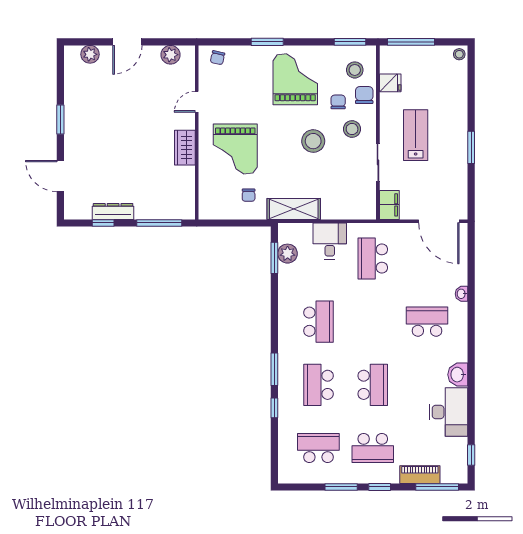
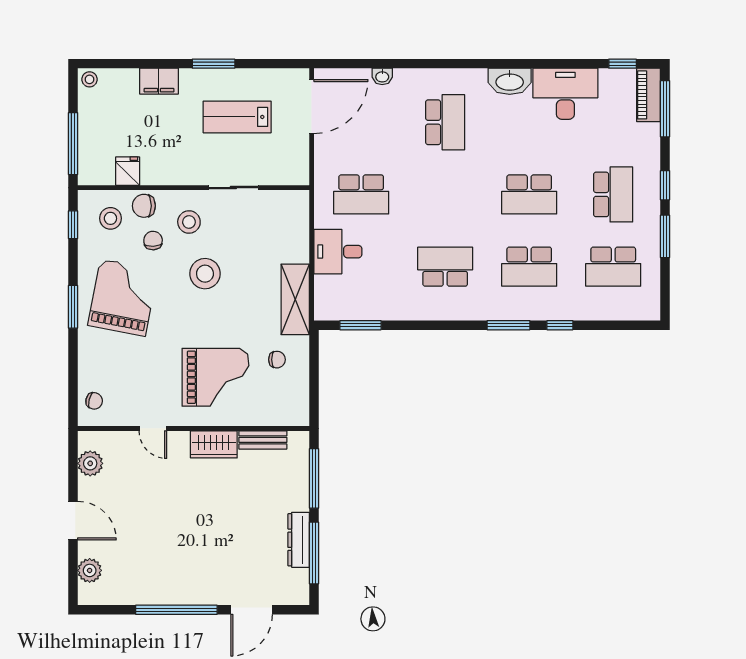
window: (267, 42) -> (73, 307), moved
window: (350, 42) -> (73, 225), width x0.67
grand piano: (295, 79) -> (123, 298), turned 101
chair: (338, 102) -> (153, 241), turned 87
window: (60, 119) -> (176, 610), width x2.11
lab bench: (416, 135) -> (237, 117), moved
bench: (188, 185) -> (263, 440), added
filing cabinet: (389, 205) -> (159, 81), moved, turned 180
window: (103, 223) -> (314, 553), width x2.17
plant: (288, 254) -> (355, 308), removed
washbasin: (461, 294) -> (382, 76), moved
school desk: (427, 322) -> (445, 122), turned 180
washbasin: (458, 375) -> (510, 81), width x1.38
school desk: (373, 385) -> (529, 194), turned 180
school desk: (318, 448) -> (613, 267), turned -90
piano: (420, 475) -> (649, 95), moved

